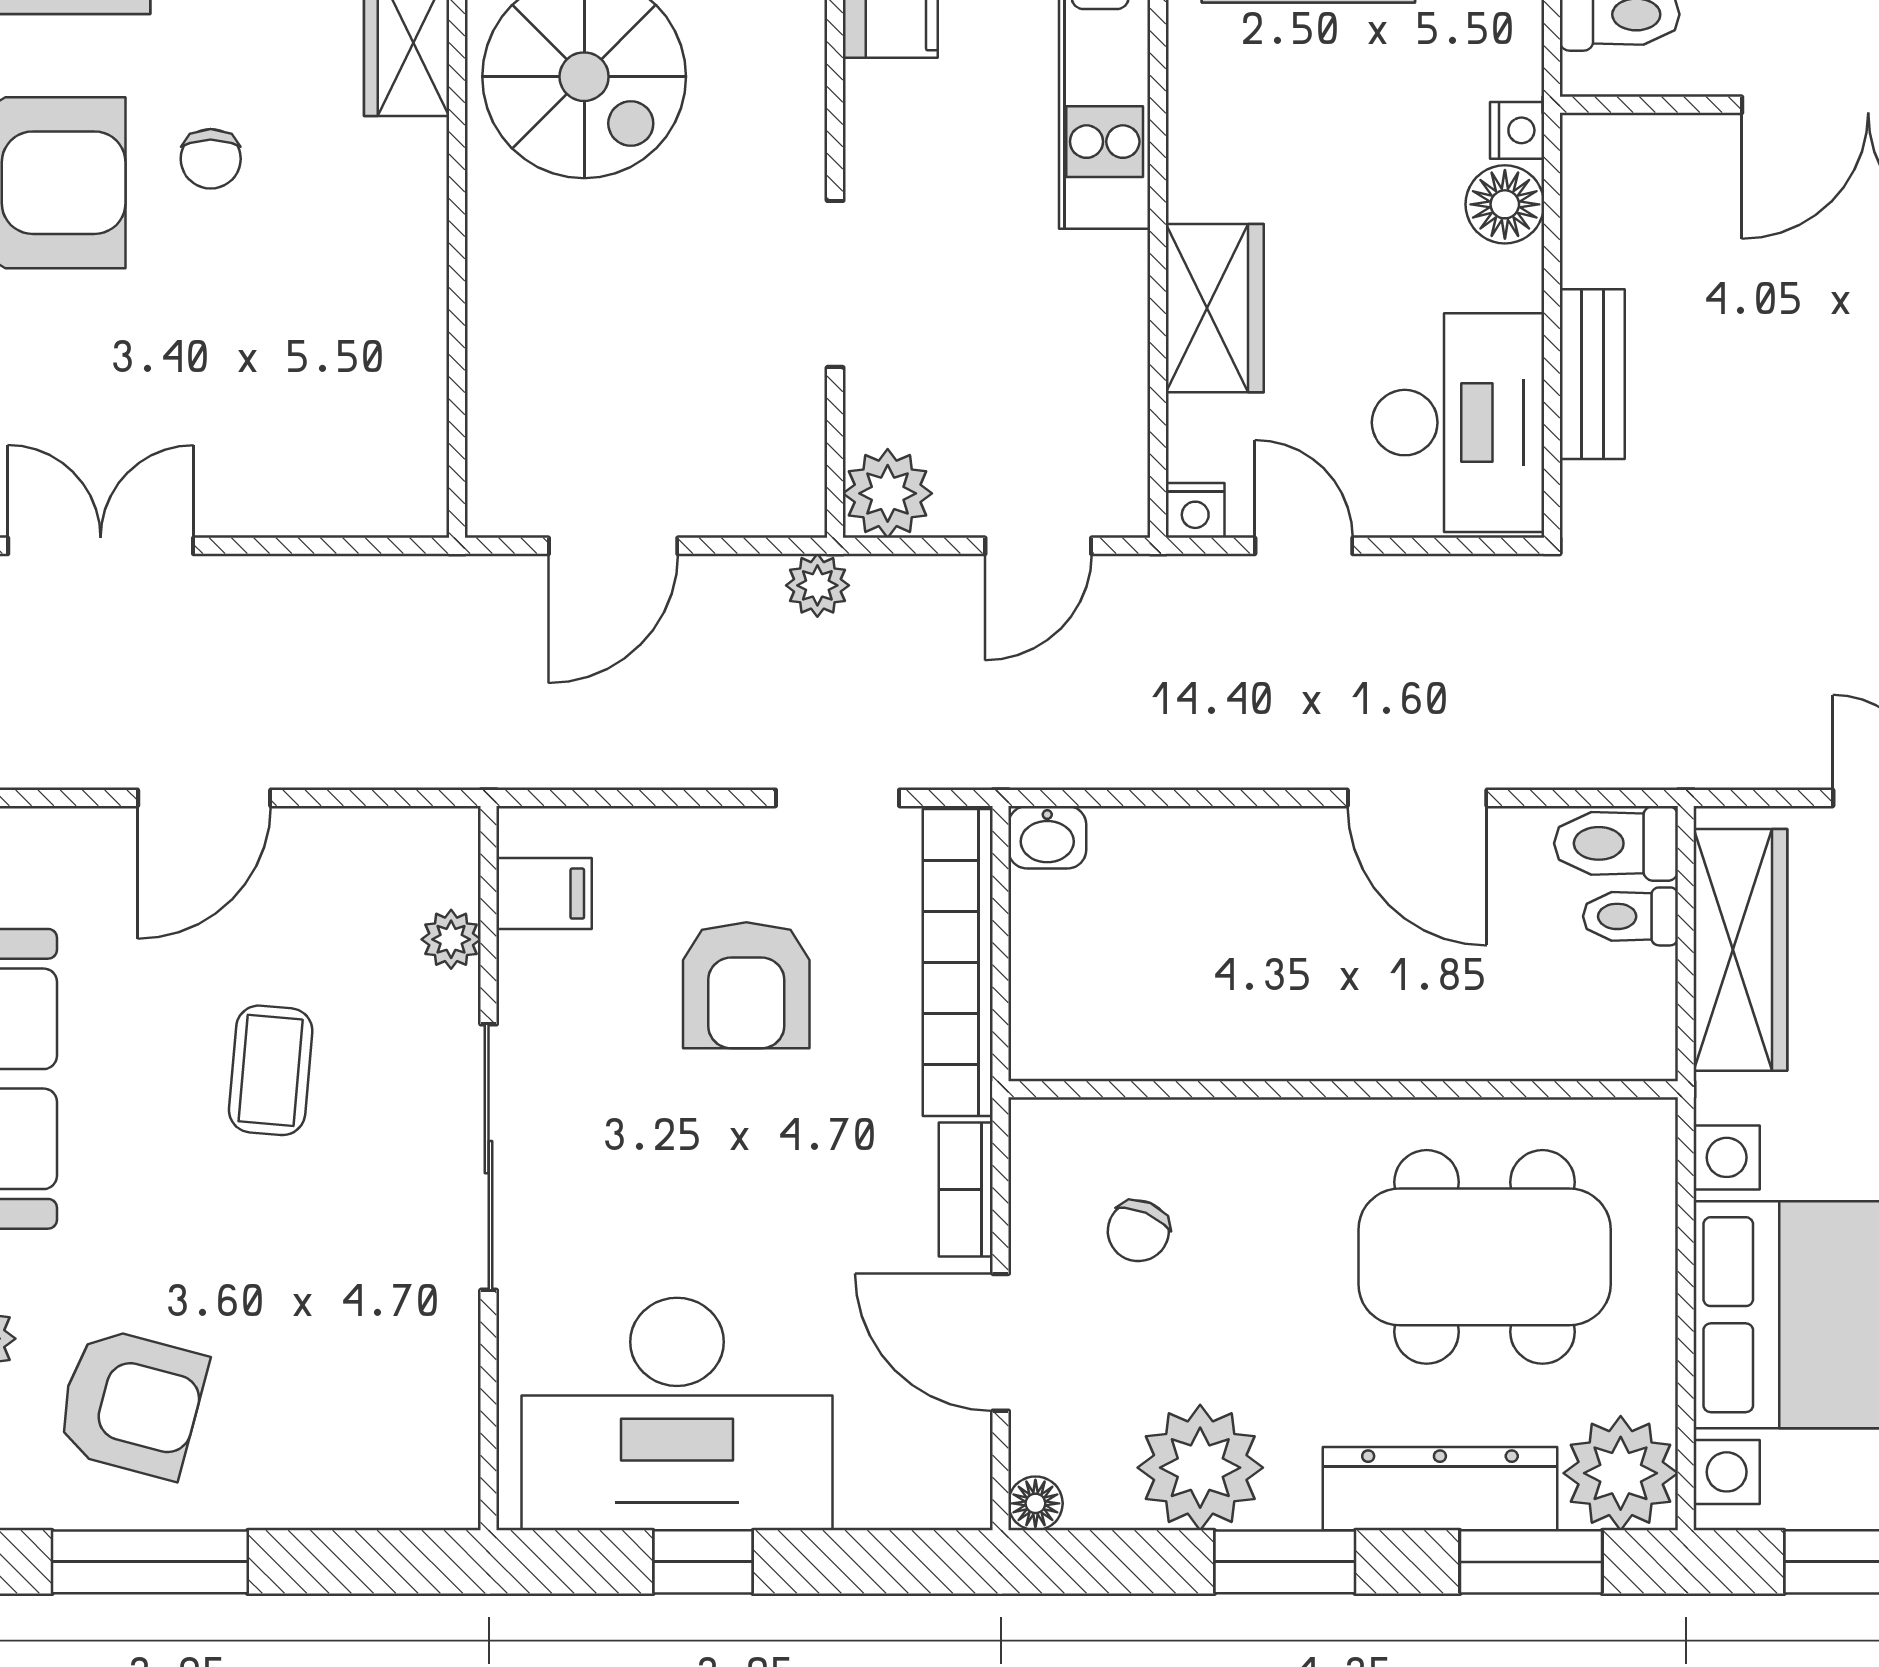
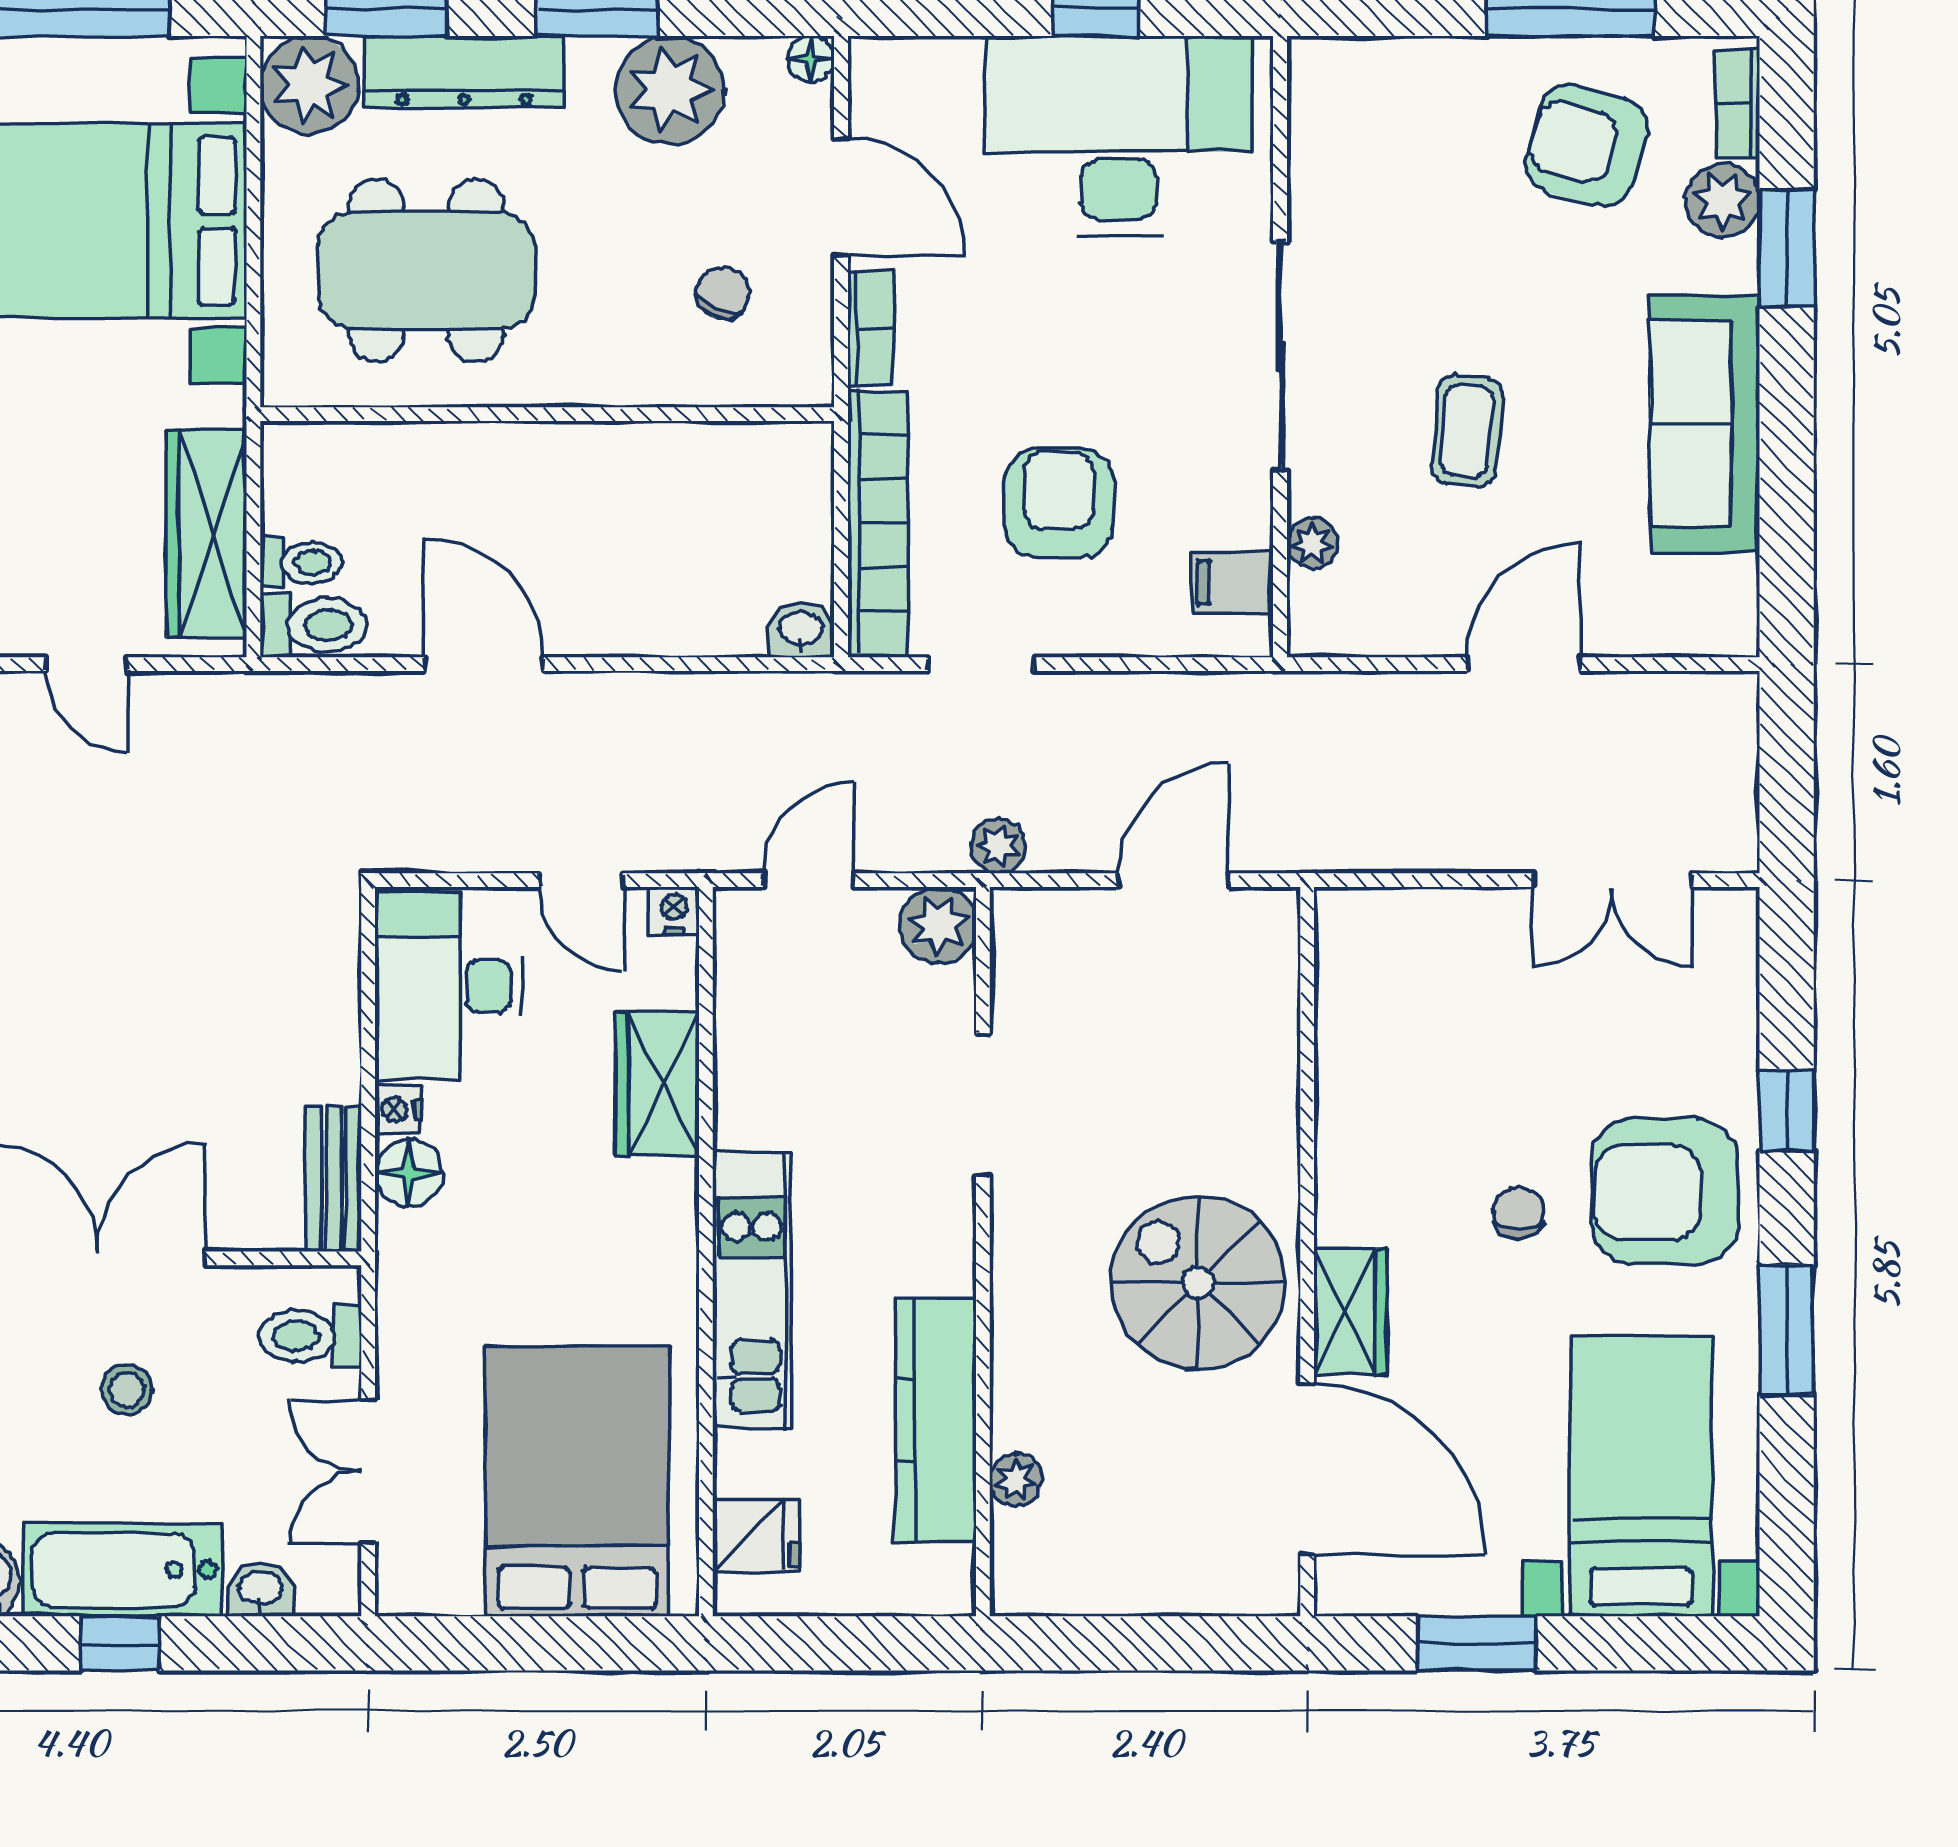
nightstand: (1517, 130) -> (398, 1110), moved
bench: (1592, 374) -> (334, 1179), moved

